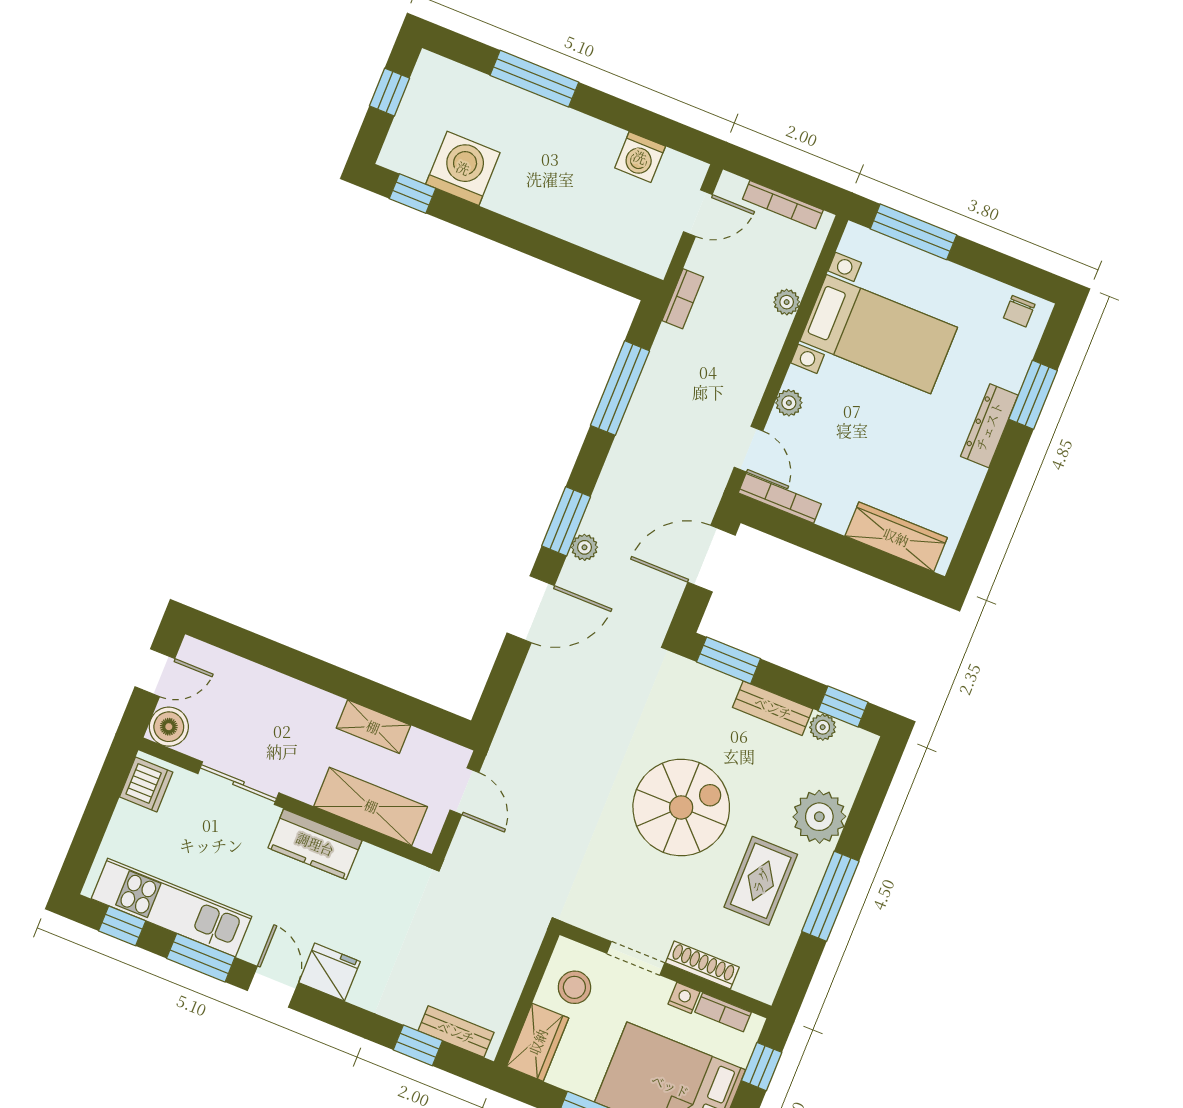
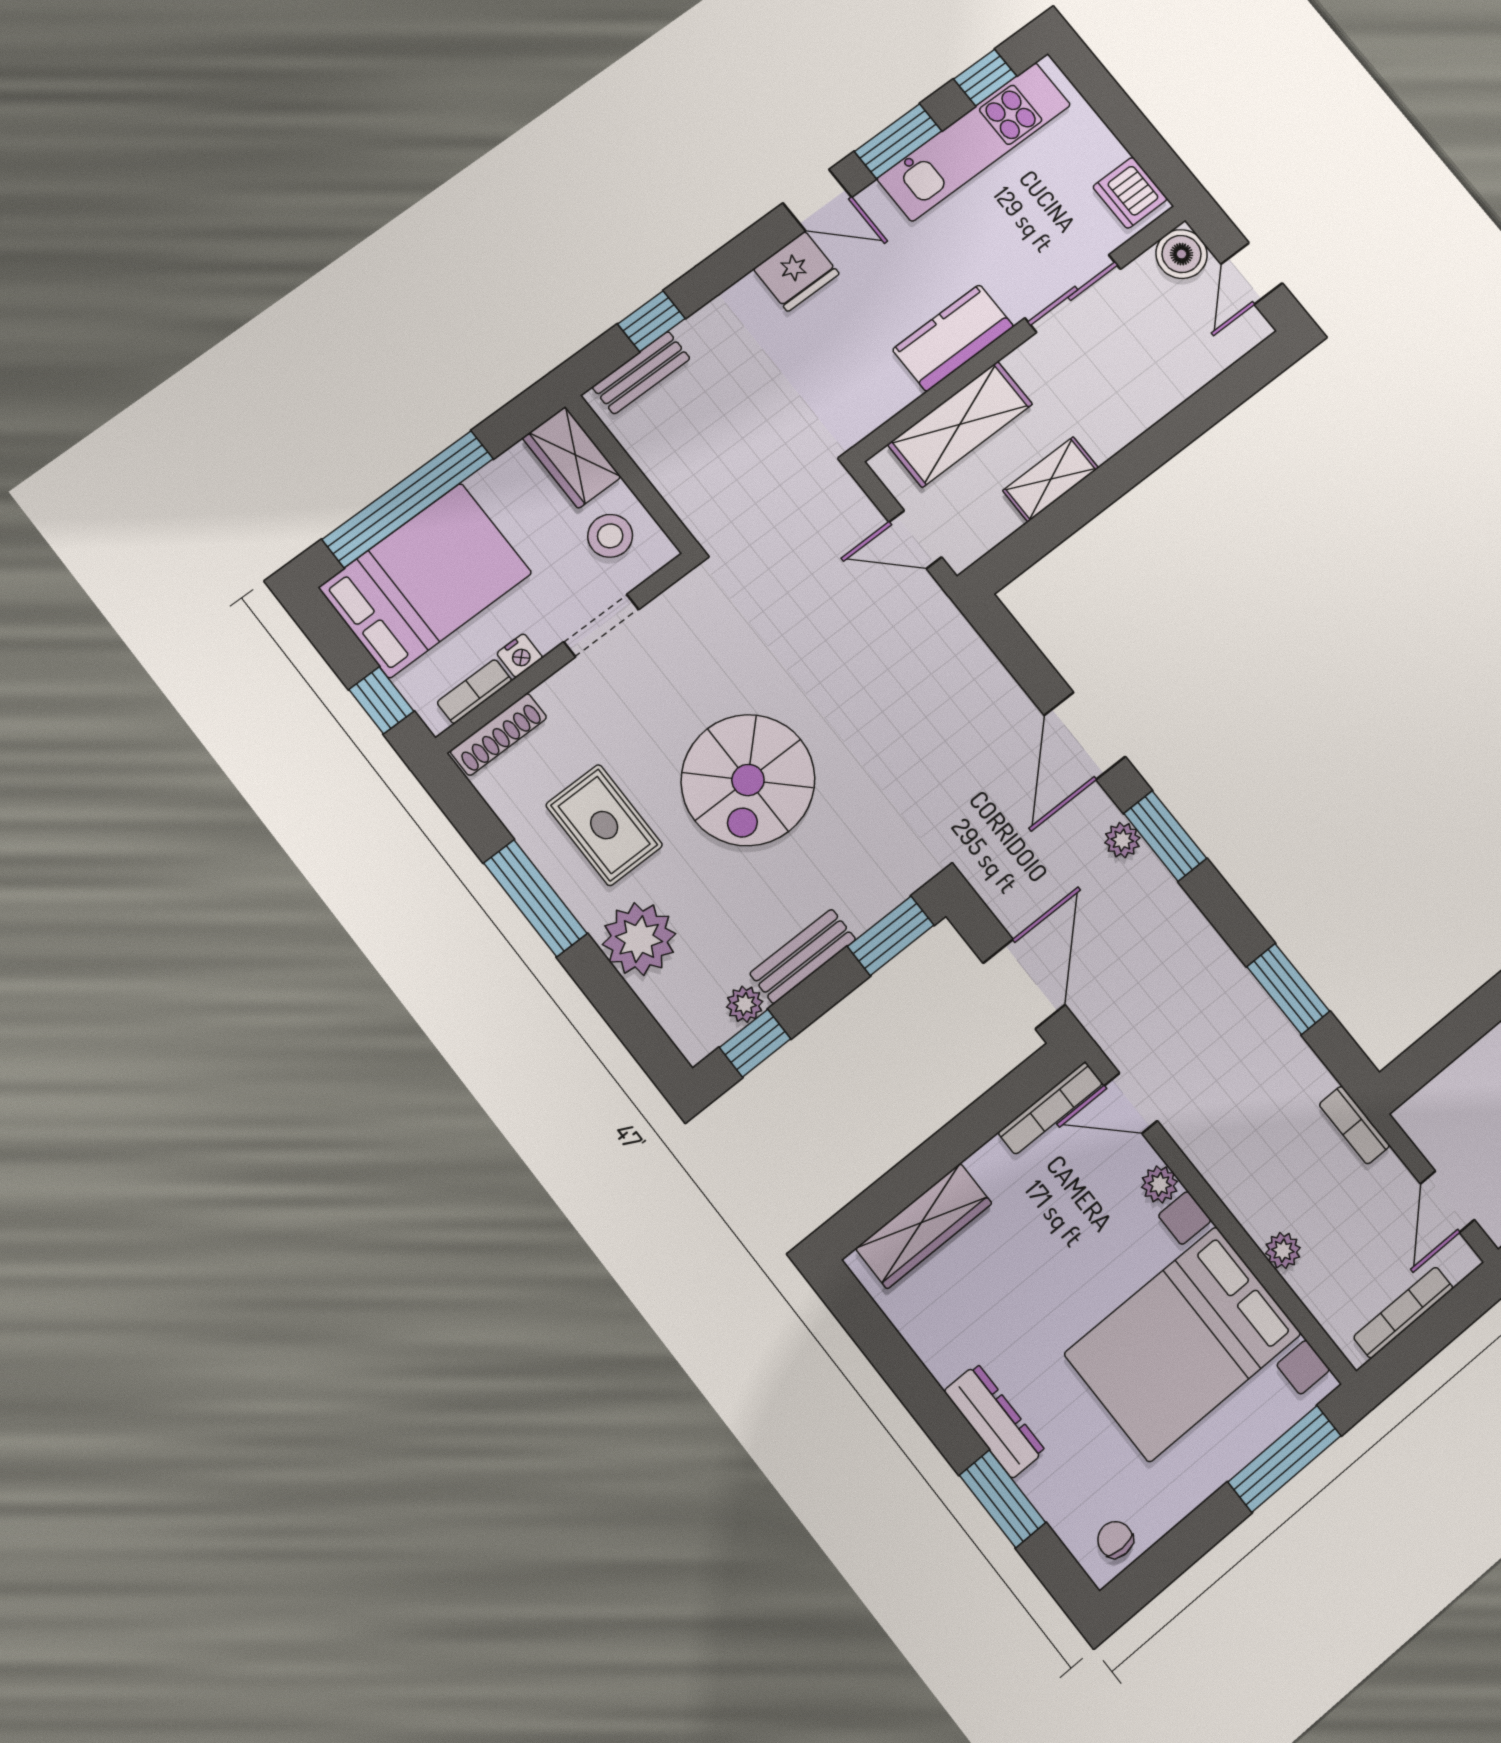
bed with nightstands: (879, 334) -> (1183, 1344), width x1.36
window: (620, 388) -> (1288, 989), width x0.69
shoe rack: (702, 965) -> (498, 734), moved

